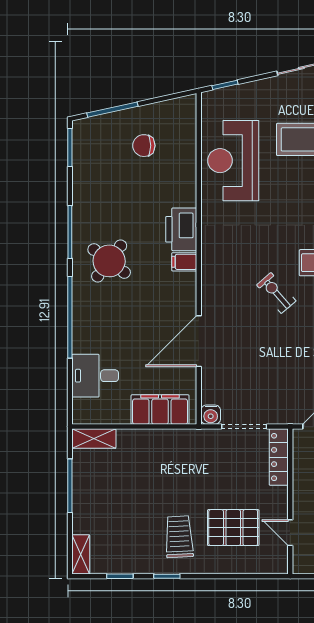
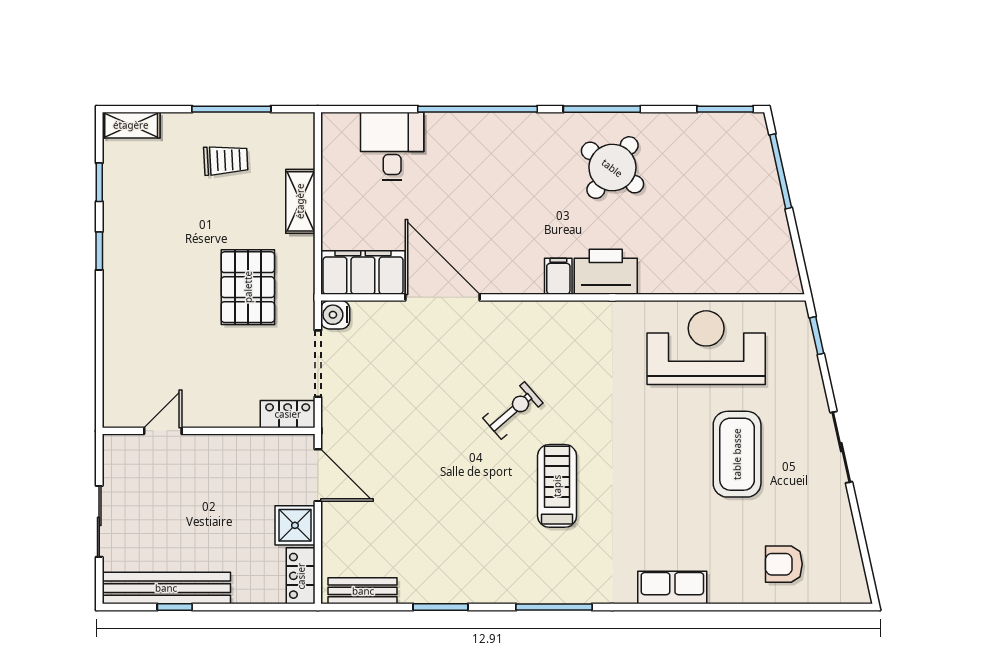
chair: (144, 146) -> (728, 217), removed
round table: (109, 261) -> (612, 168), moved
filing cabinet: (160, 410) -> (363, 273), moved, turned -90
shelving: (94, 438) -> (300, 201), moved
locker: (279, 457) -> (288, 414), width x0.66
pallet: (233, 528) -> (248, 287), moved
trolley: (179, 537) -> (226, 160), moved, width x0.73, depth x0.72

